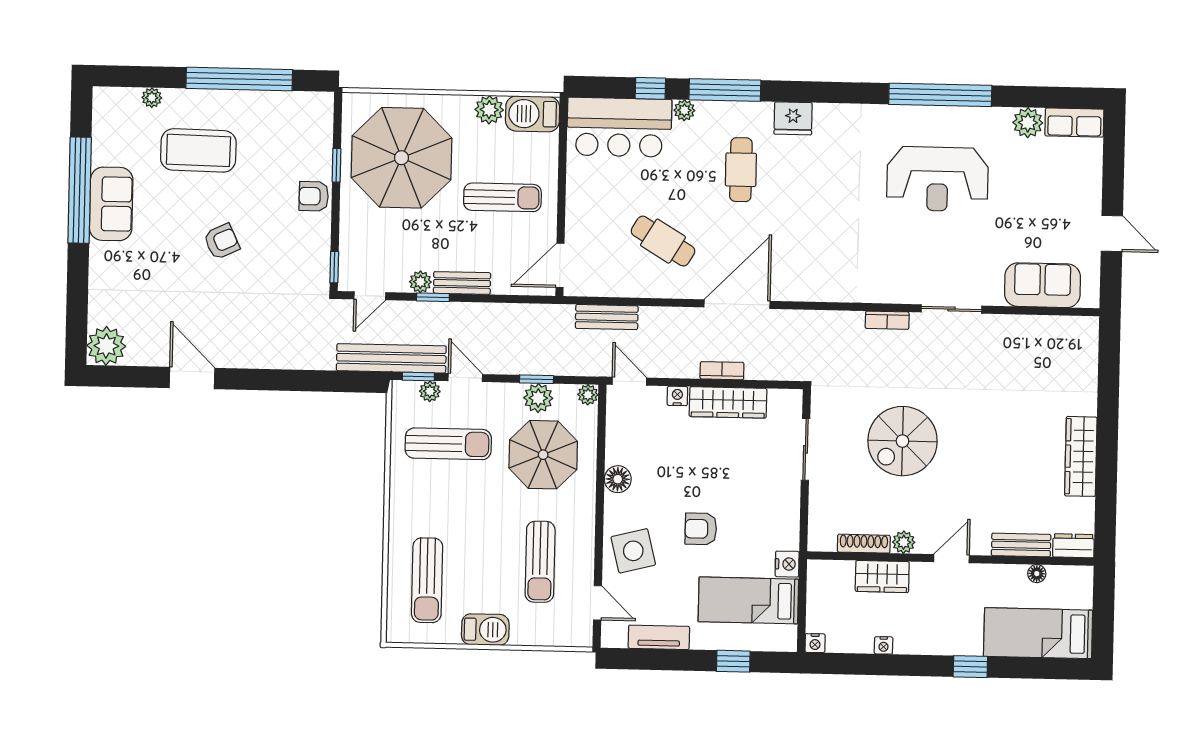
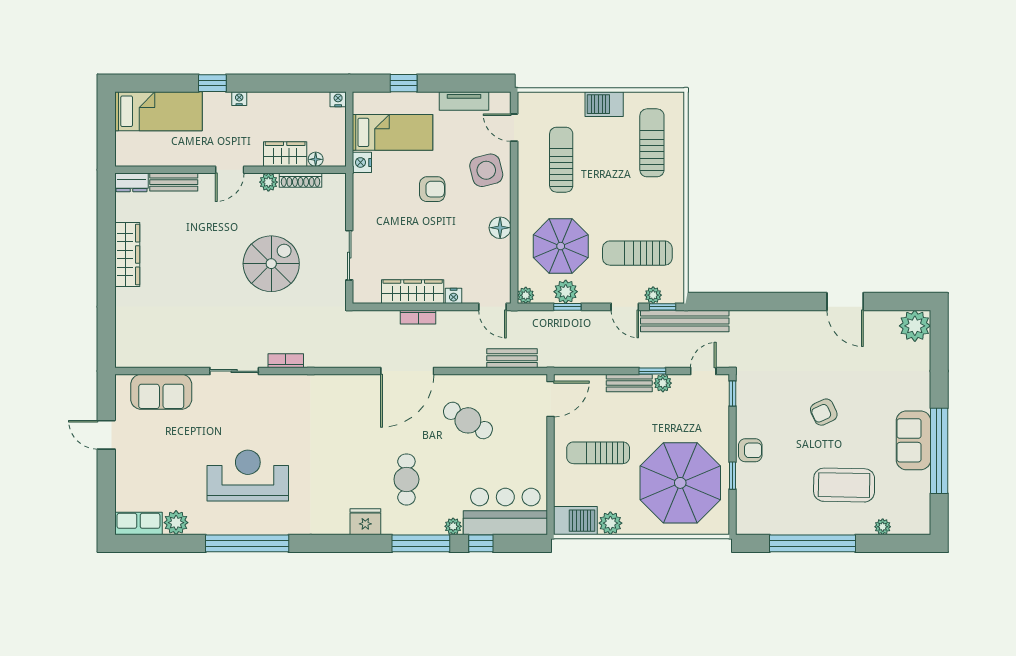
floor lamp: (1037, 574) -> (316, 159), moved
nightstand: (884, 645) -> (239, 99), moved

